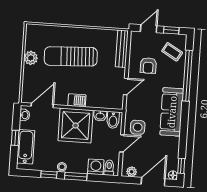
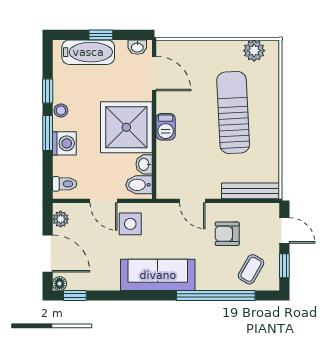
plant: (31, 58) -> (254, 51), moved
washing machine: (96, 167) -> (64, 143), moved

